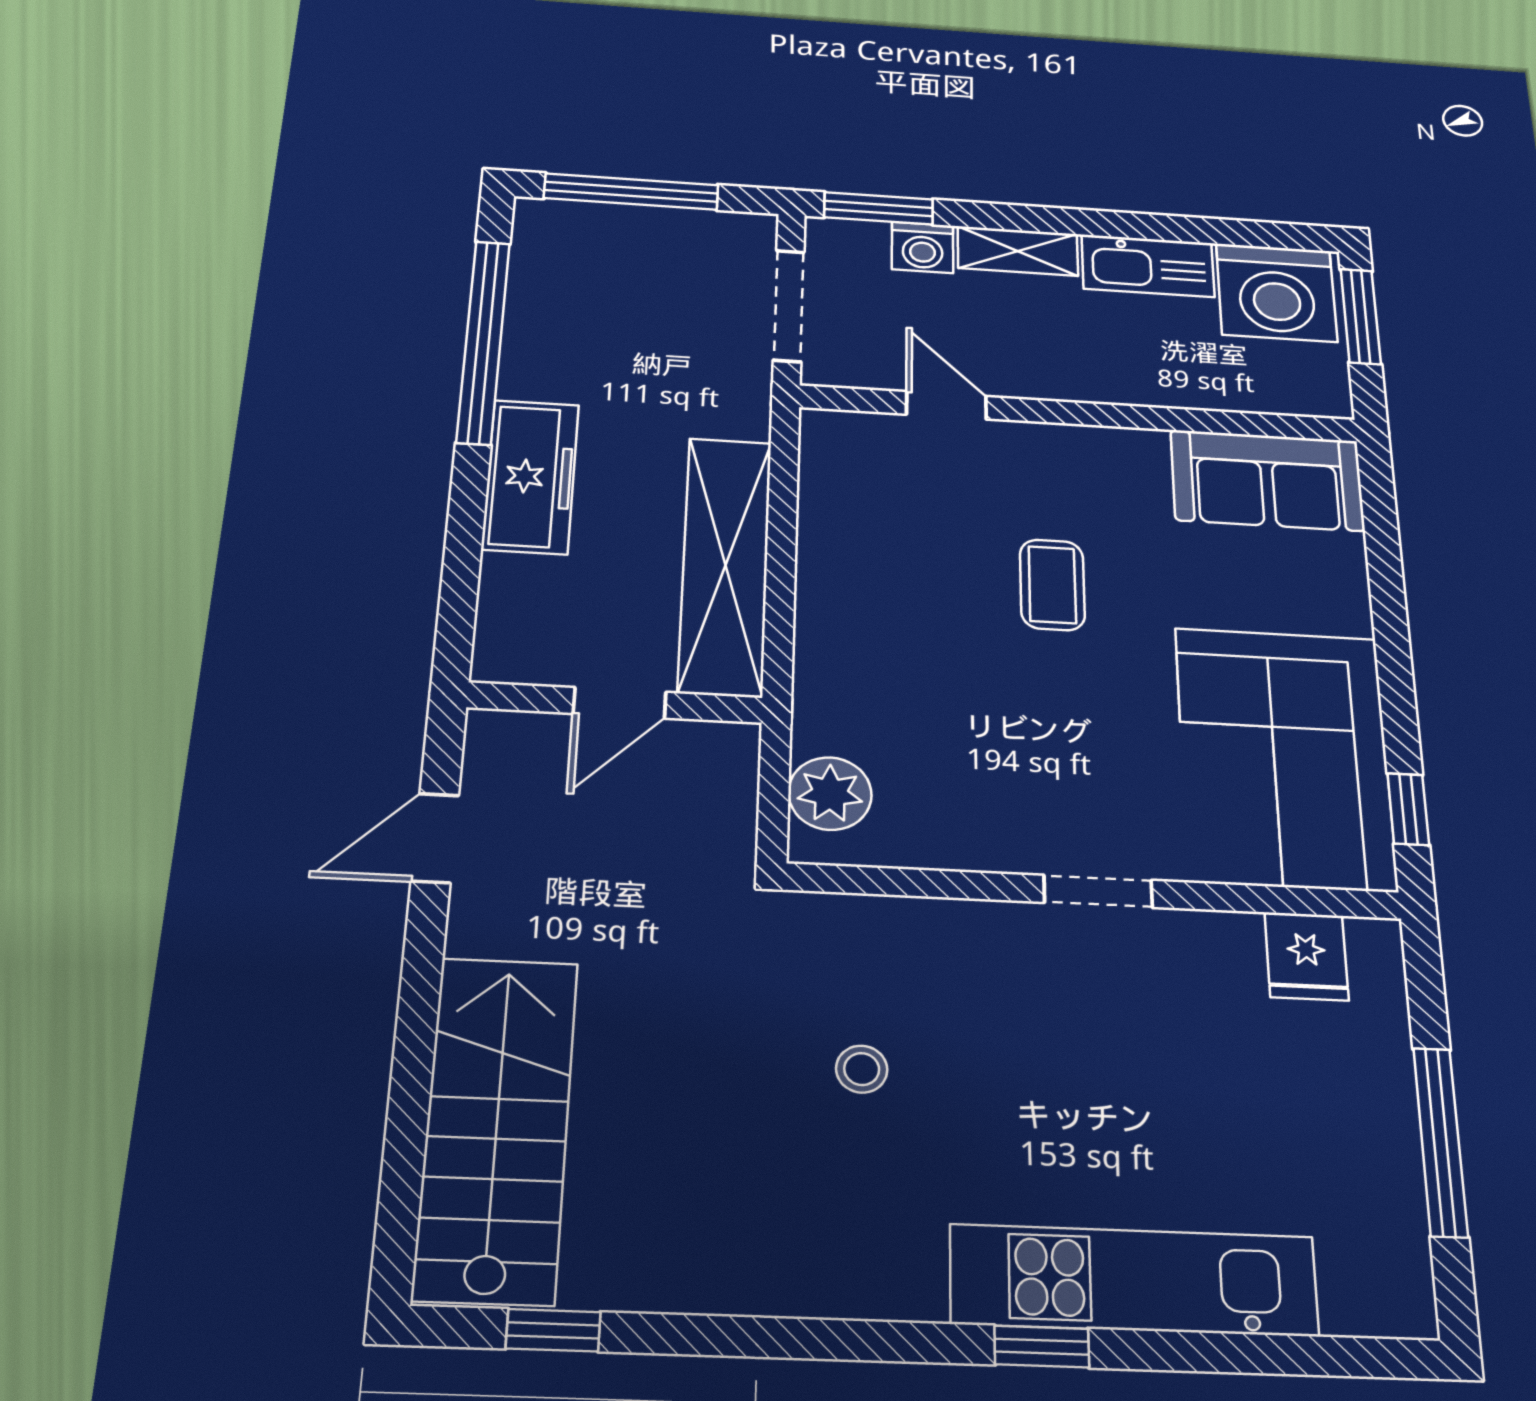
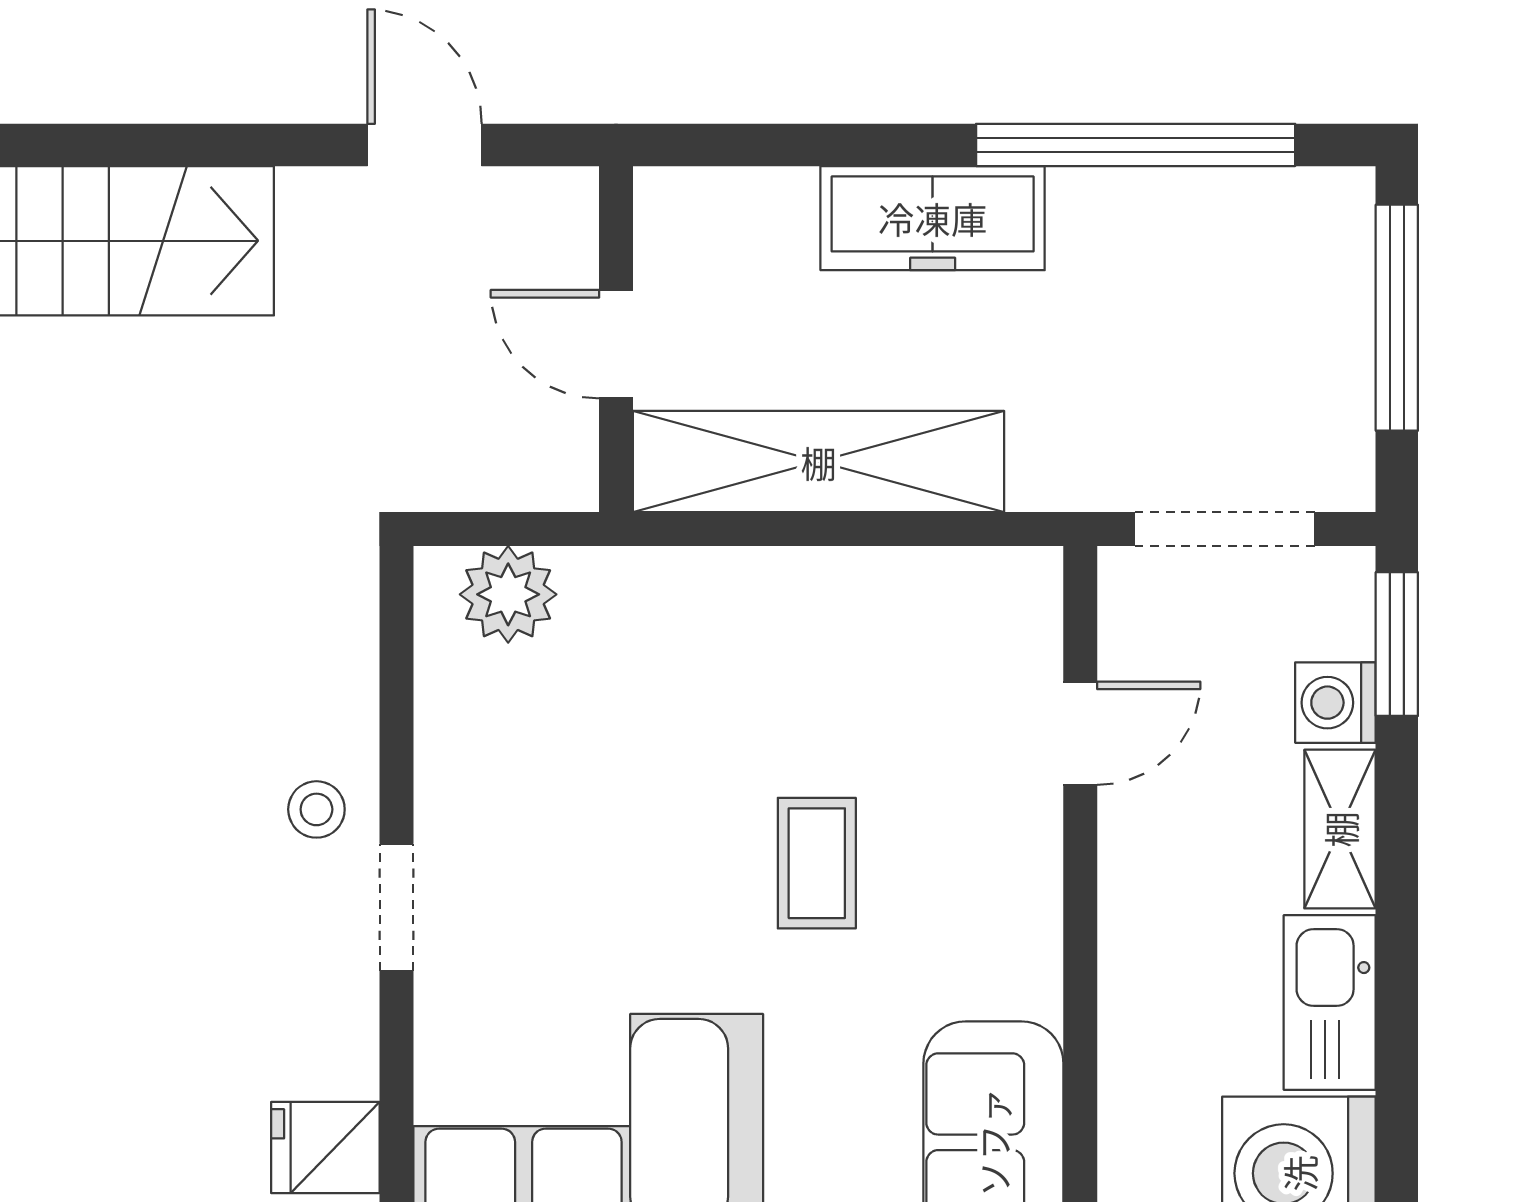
coffee table: (1052, 585) -> (817, 863), turned 90
stool: (862, 1069) -> (316, 809), moved

